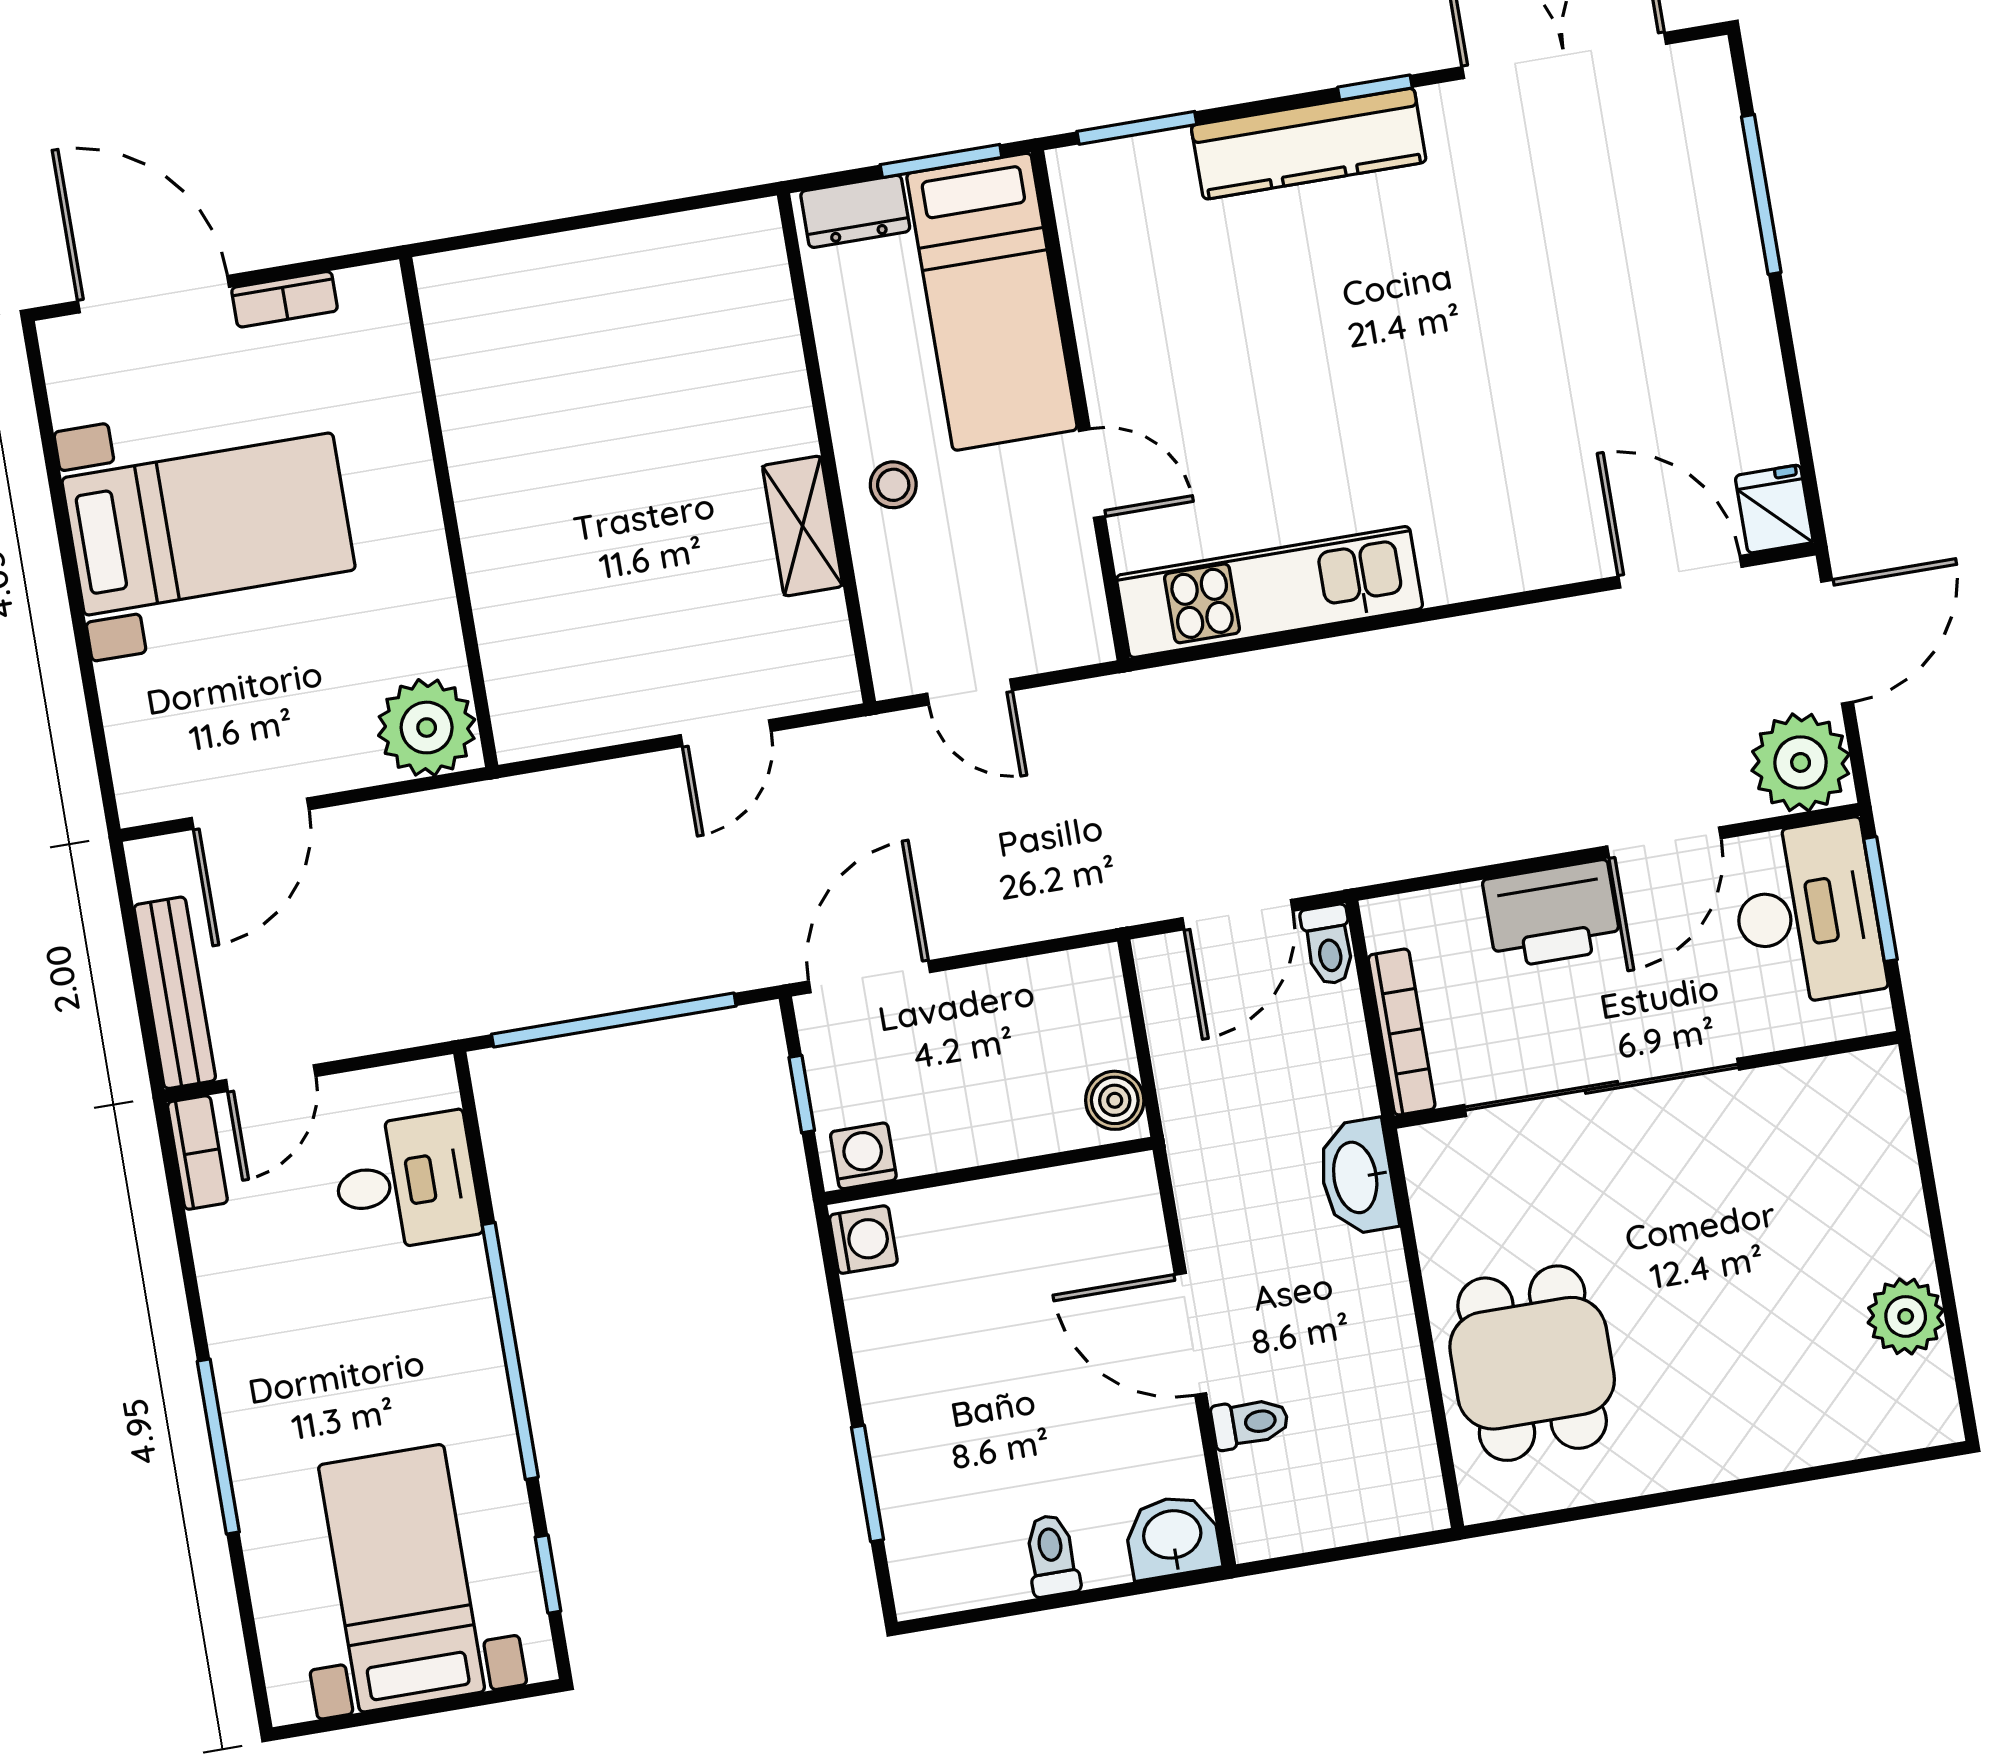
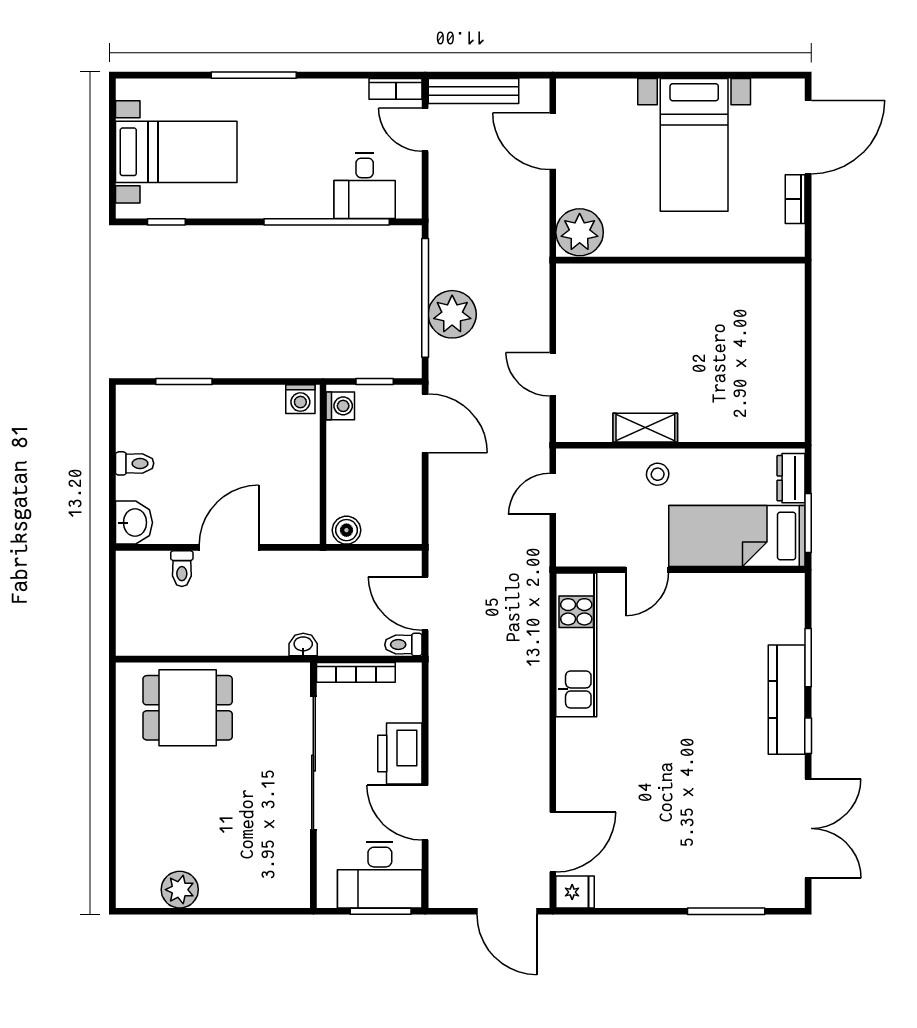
window: (1137, 128) -> (808, 658), moved
plant: (1801, 762) -> (452, 314), moved
washbasin: (1357, 1177) -> (303, 645), width x0.52, depth x0.69
window: (510, 1351) -> (327, 222), moved

